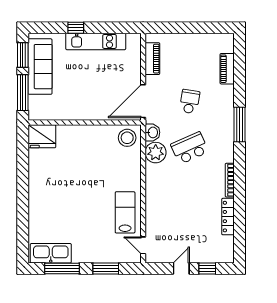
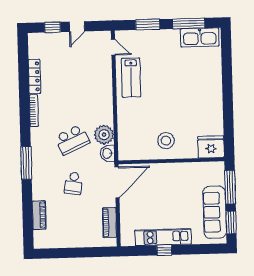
window: (76, 28) -> (164, 250), moved
stool: (127, 138) -> (166, 141), moved

